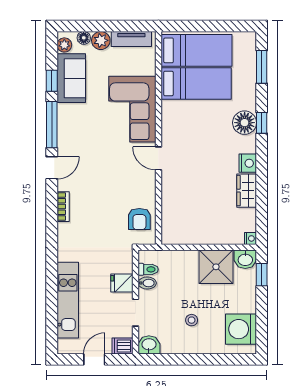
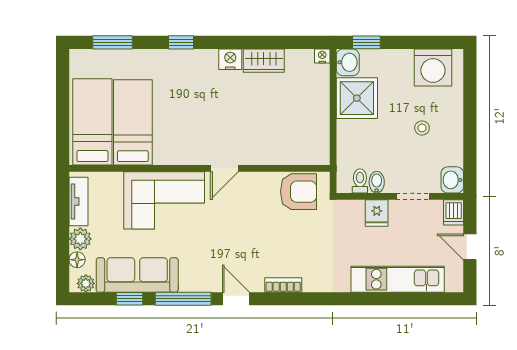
sofa: (71, 78) -> (137, 275), width x1.36
floor lamp: (245, 123) -> (181, 63), removed
armchair: (139, 219) -> (298, 192), width x1.38, depth x1.38

